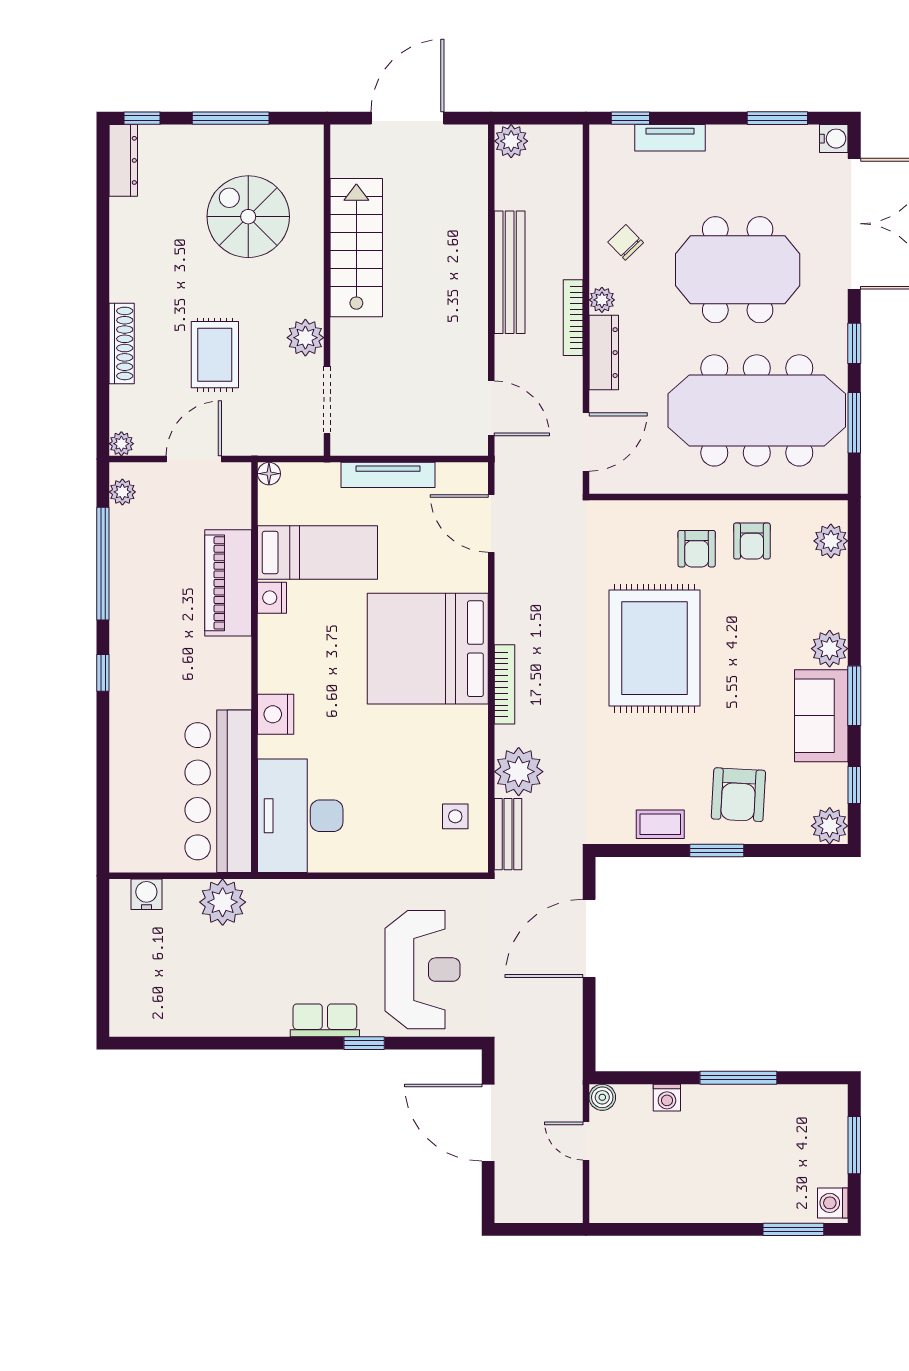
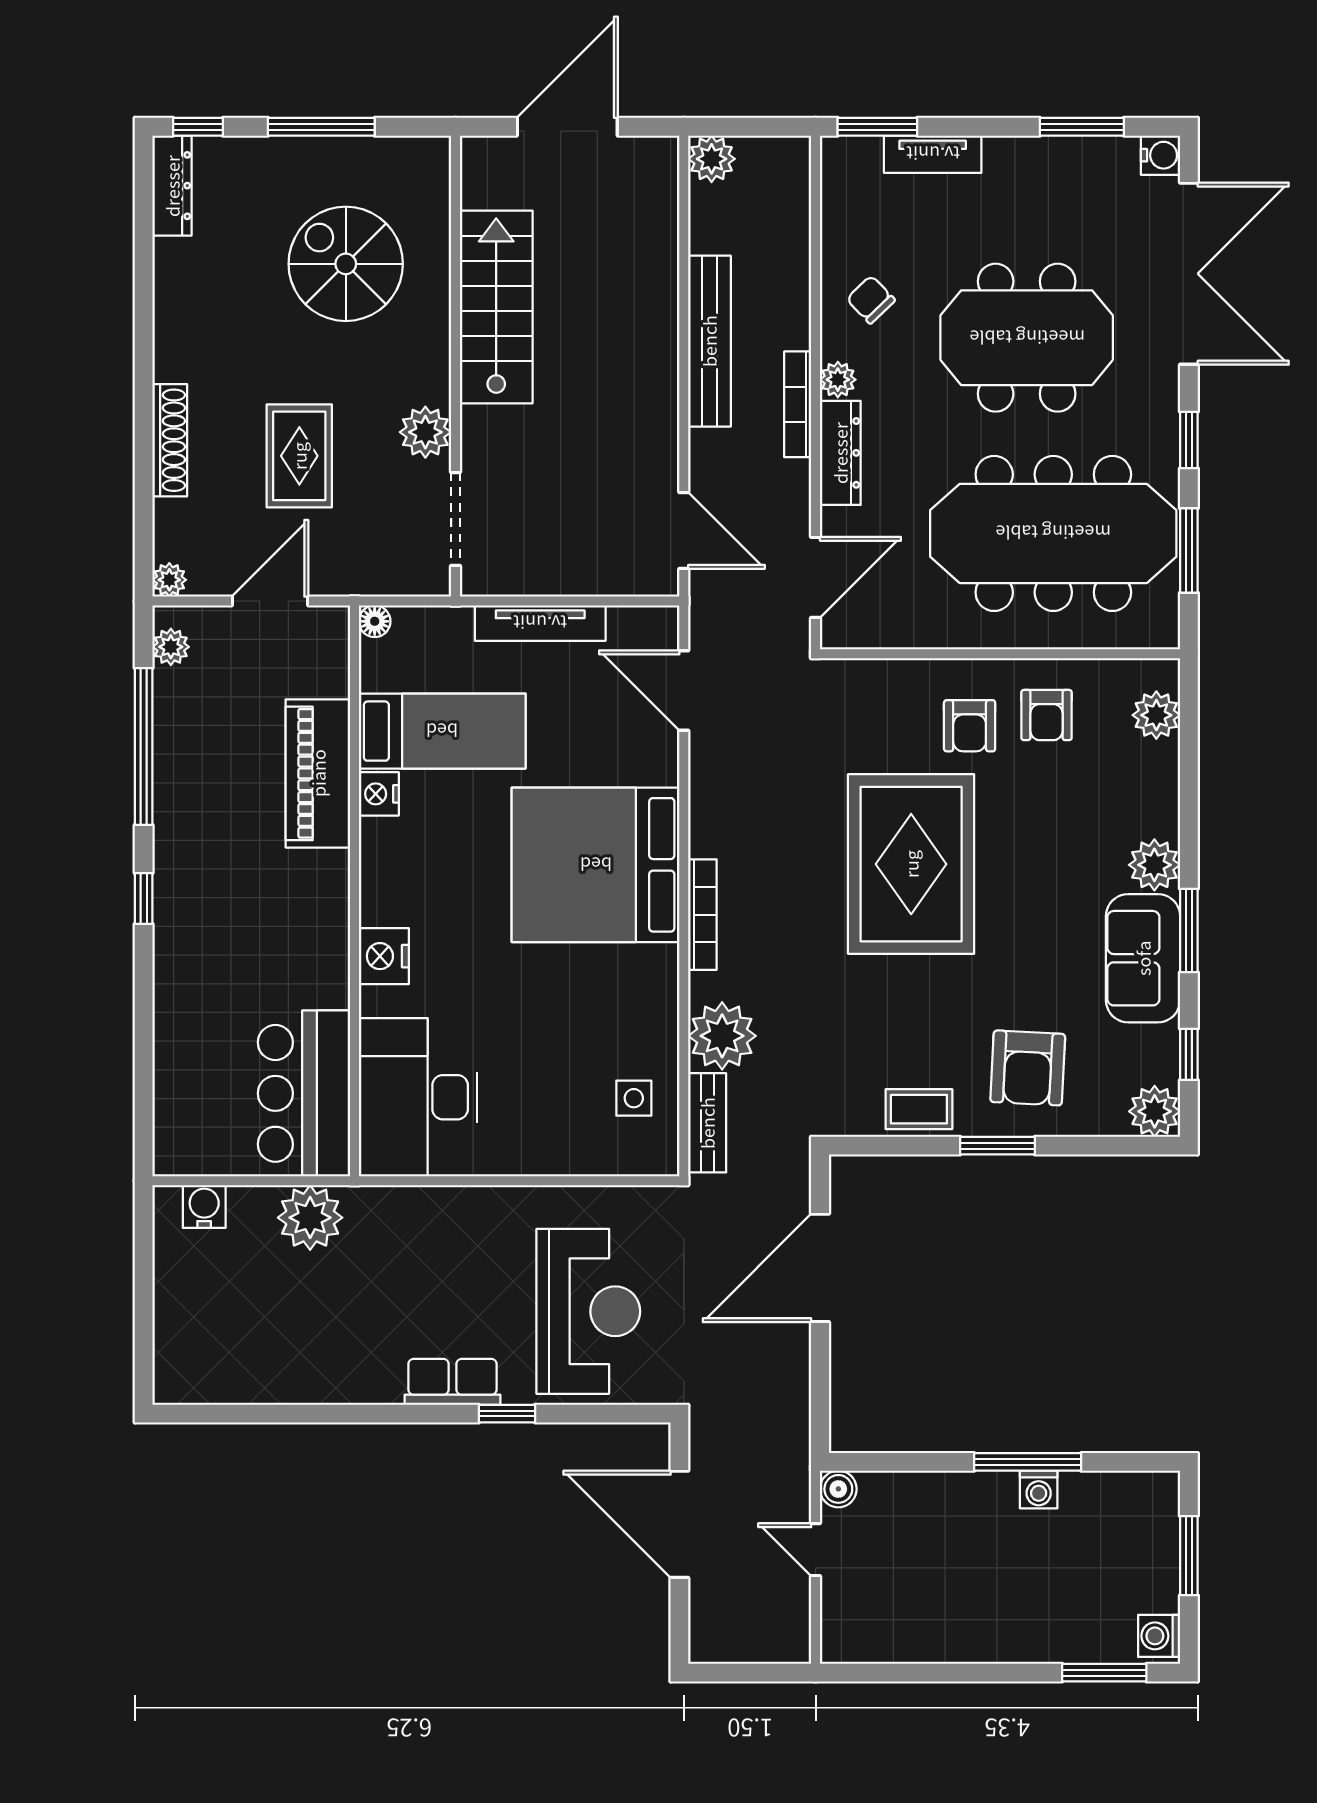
window: (630, 118) -> (877, 127), width x1.50
bar counter: (218, 791) -> (304, 1093), width x0.73
washing machine: (667, 1098) -> (1039, 1489), moved

